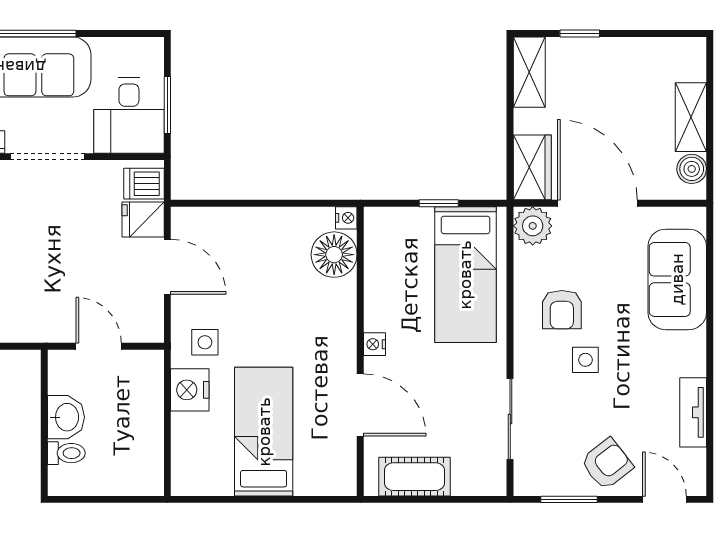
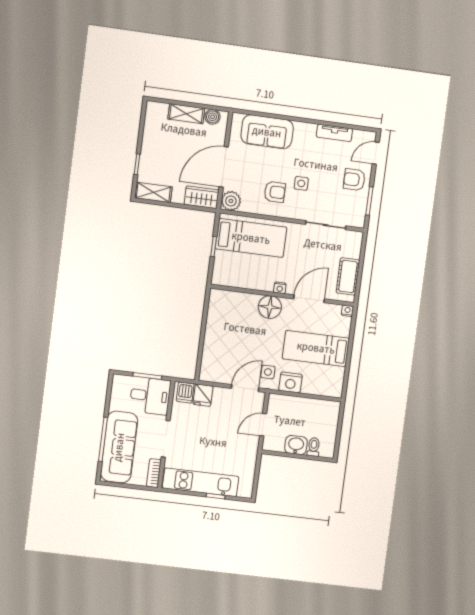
nightstand: (346, 218) -> (347, 311), moved
floor lamp: (334, 255) -> (270, 307), moved
door: (167, 267) -> (245, 388), moved
armchair: (607, 464) -> (354, 180), turned -52

